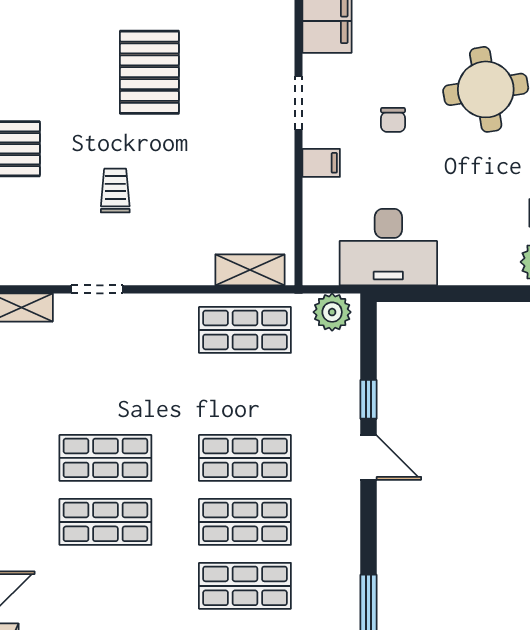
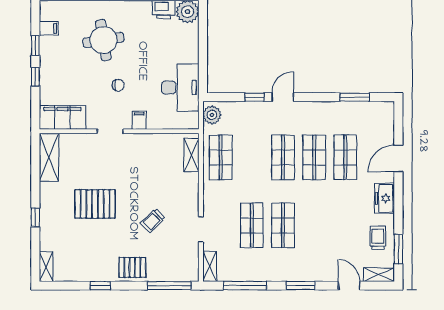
trolley: (115, 191) -> (153, 221), turned -44
shop shelf: (105, 522) -> (252, 225), moved

